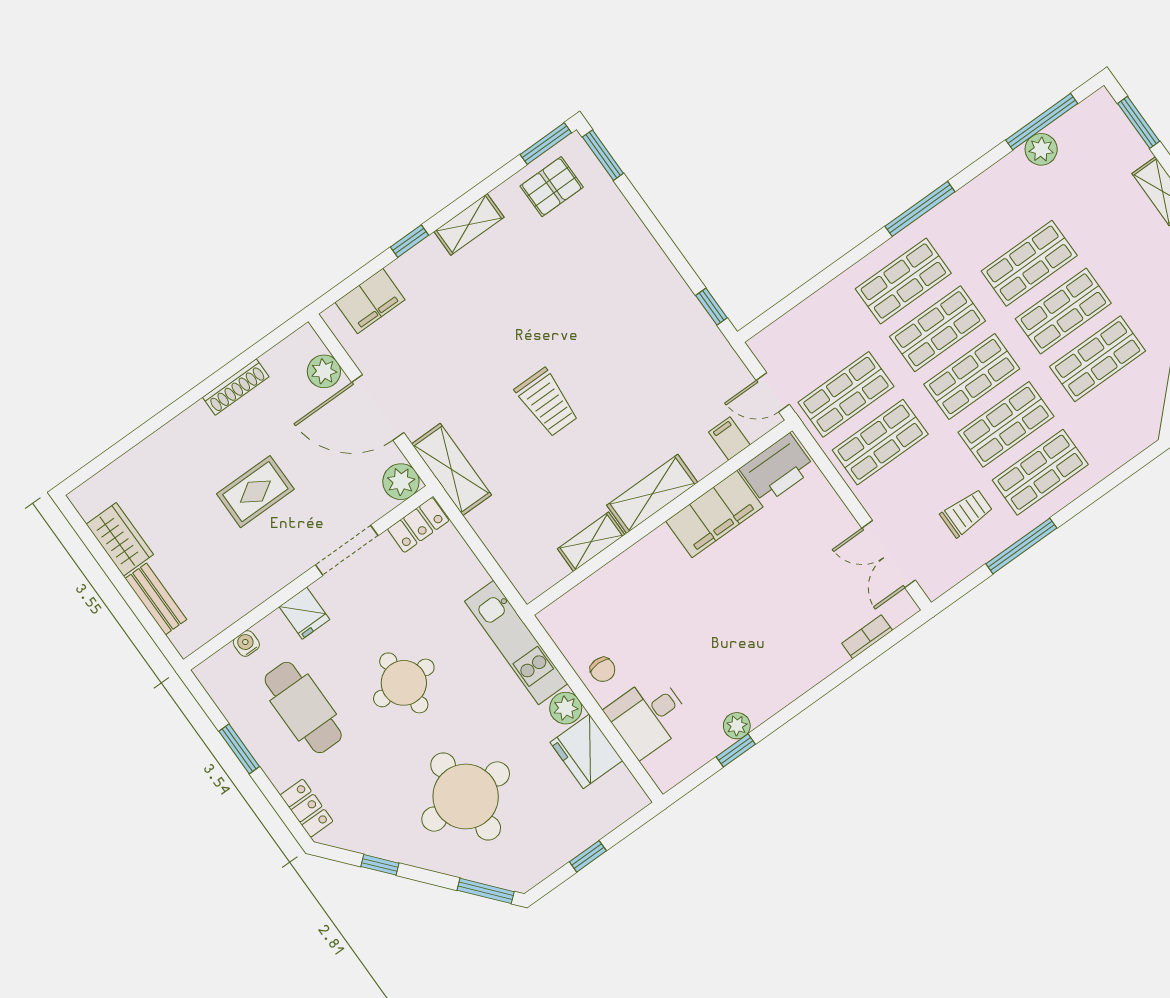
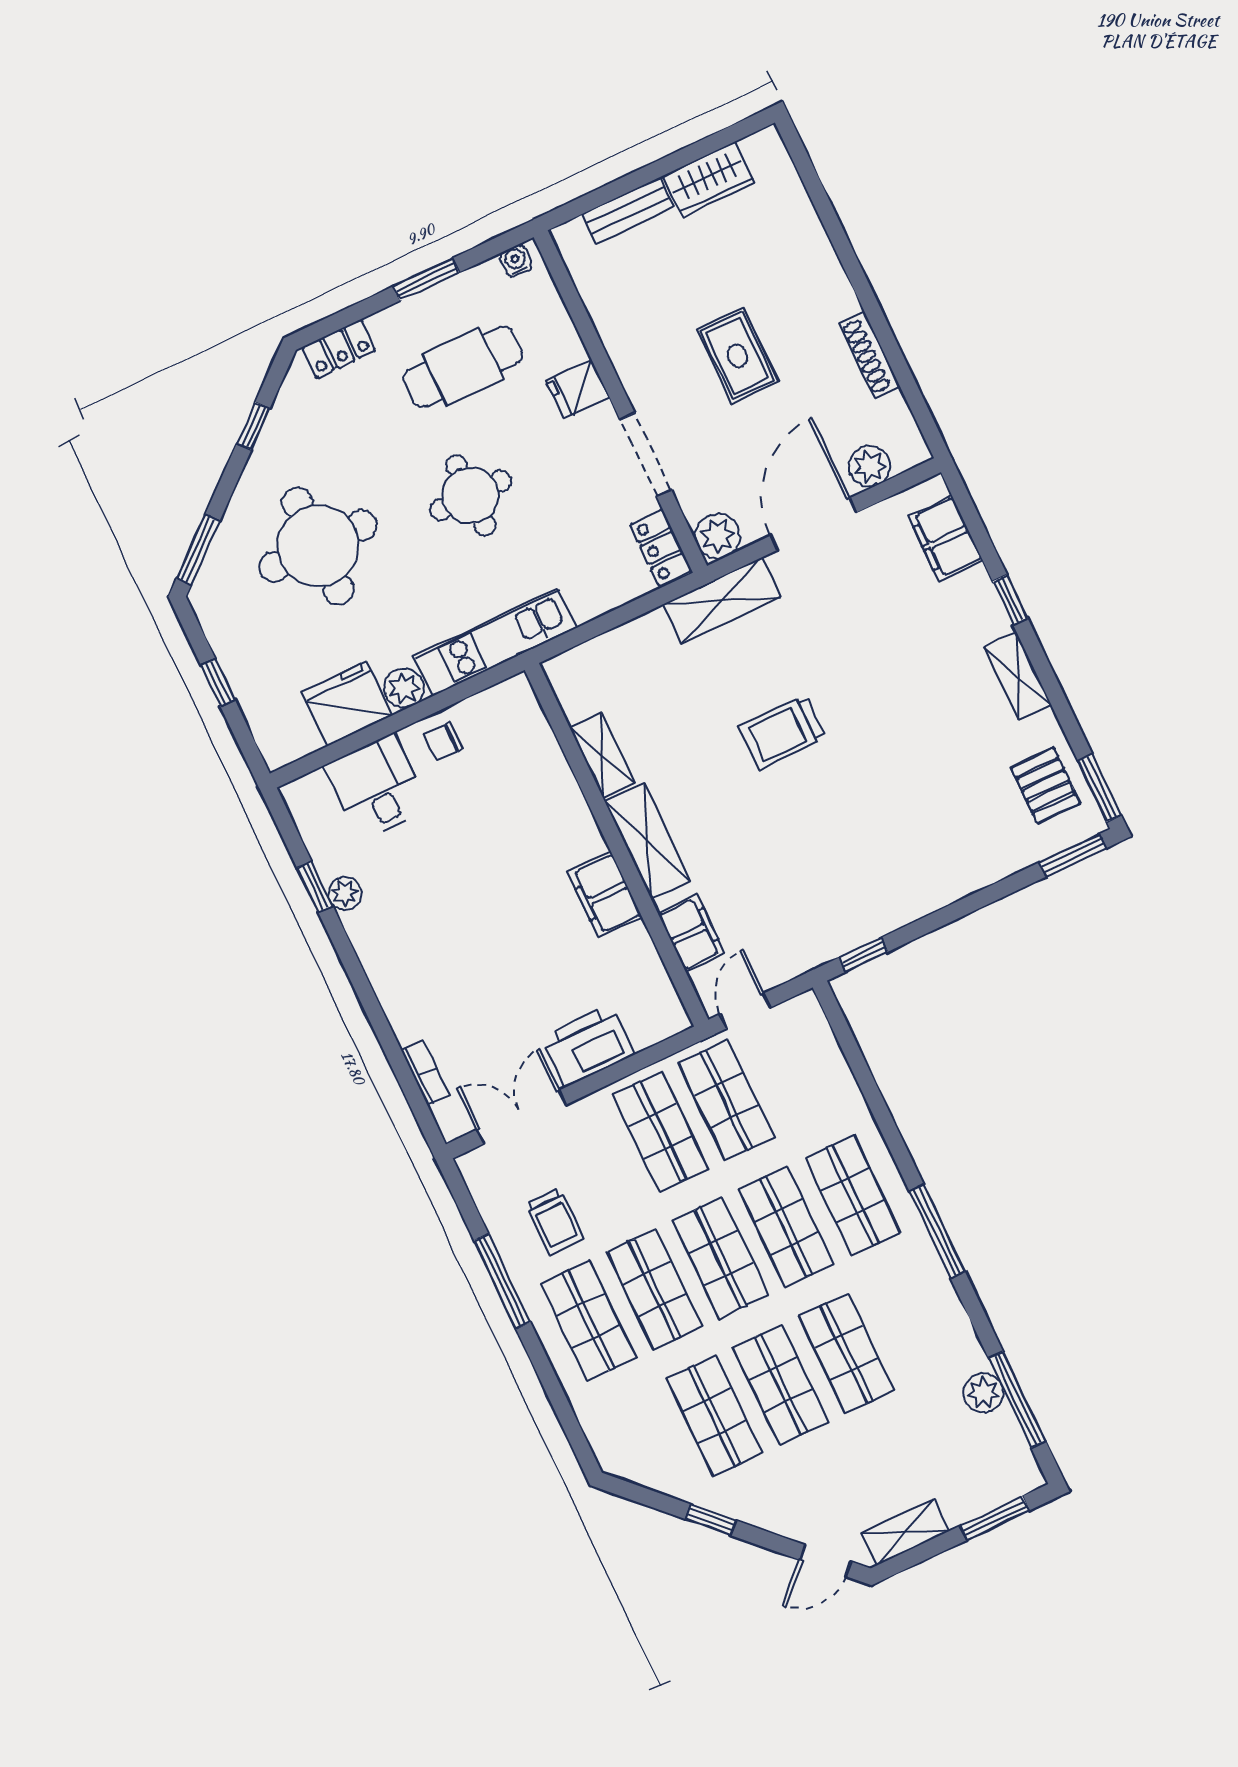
filing cabinet: (729, 439) -> (691, 933), width x2.00
printer: (777, 469) -> (588, 1046), moved, turned 90
filing cabinet: (714, 514) -> (605, 895), width x0.67, depth x0.86
water cooler: (246, 643) -> (516, 261), moved, turned -90

